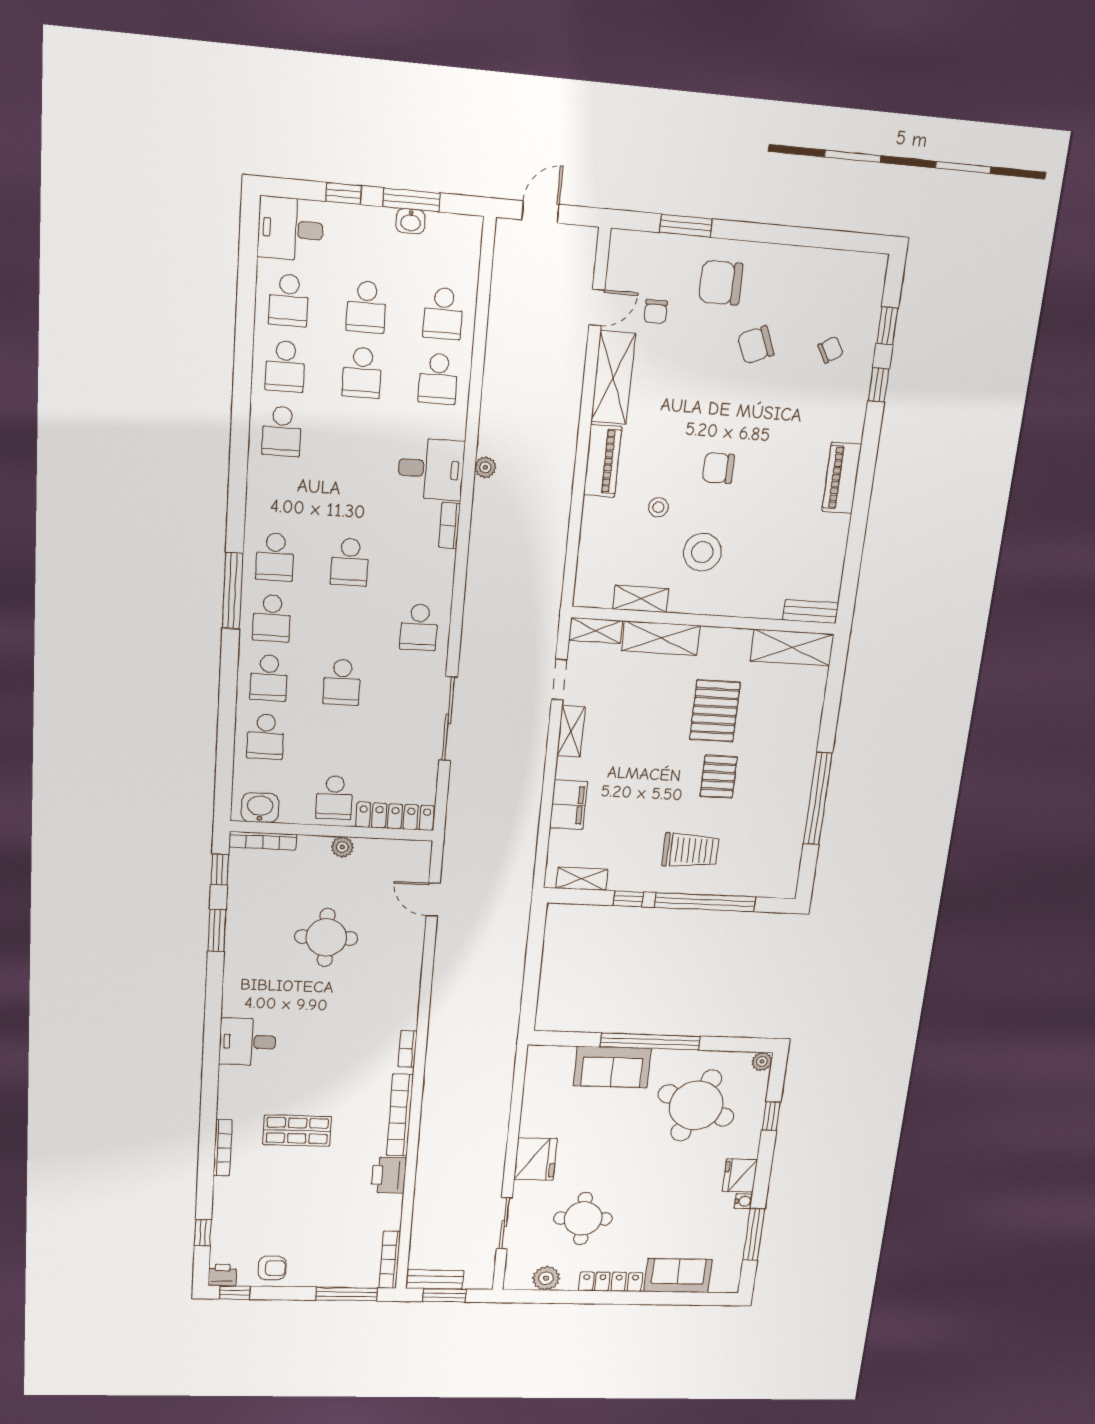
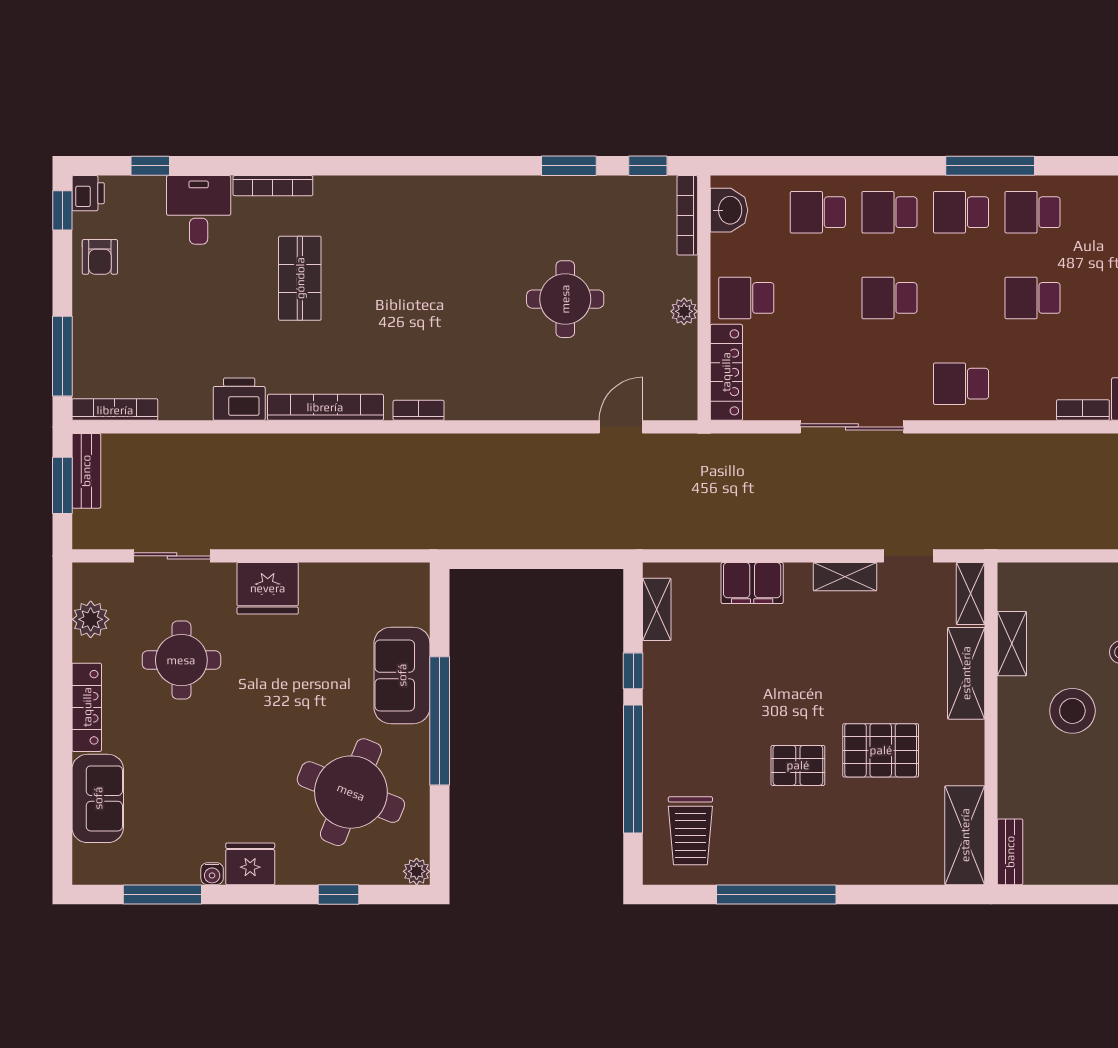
trolley: (691, 850) -> (690, 831), moved
desk: (248, 1042) -> (199, 210), moved

